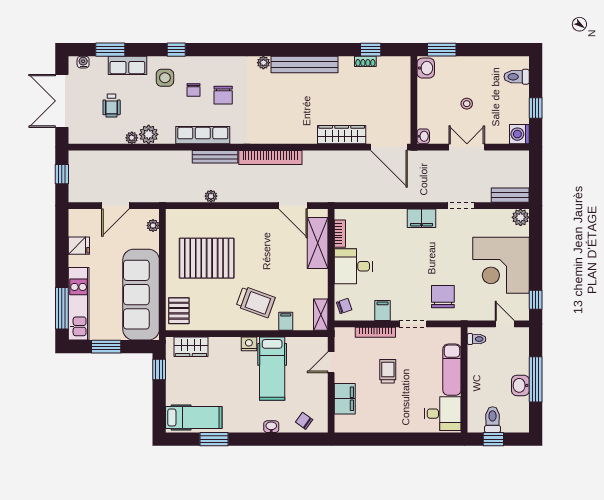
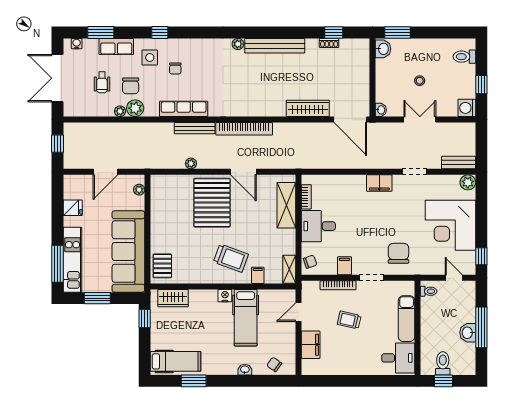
chair: (223, 95) -> (131, 86), moved
door: (293, 206) -> (243, 172), moved
pallet: (207, 258) -> (212, 203), moved, turned 90
trolley: (388, 371) -> (349, 320), turned -77

